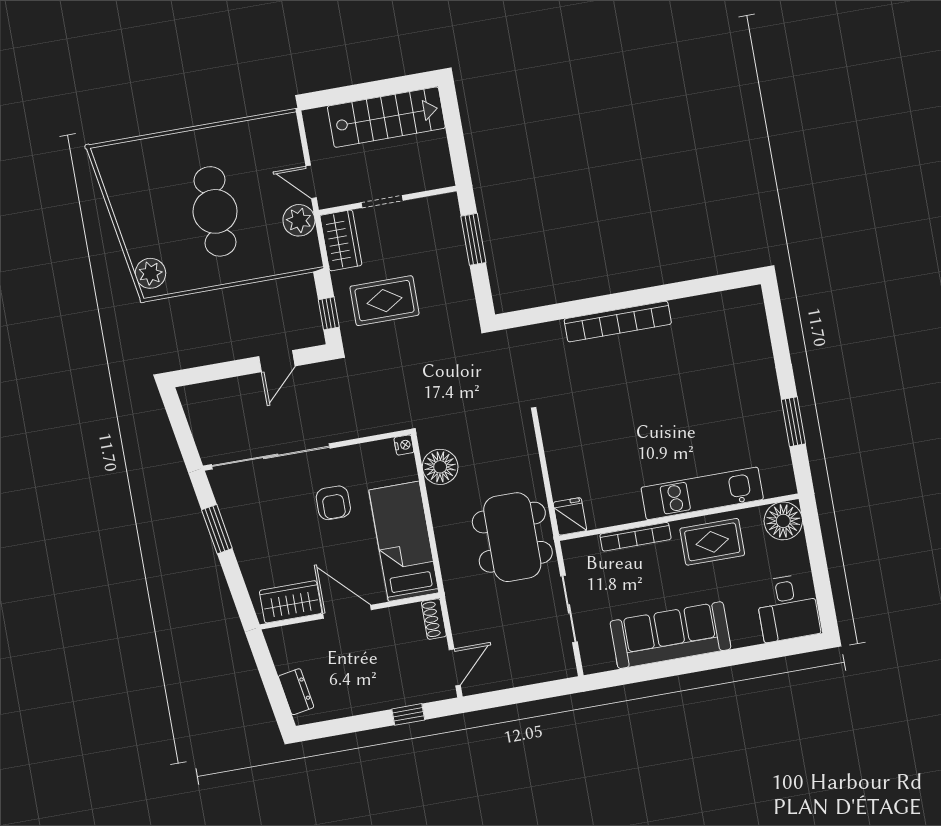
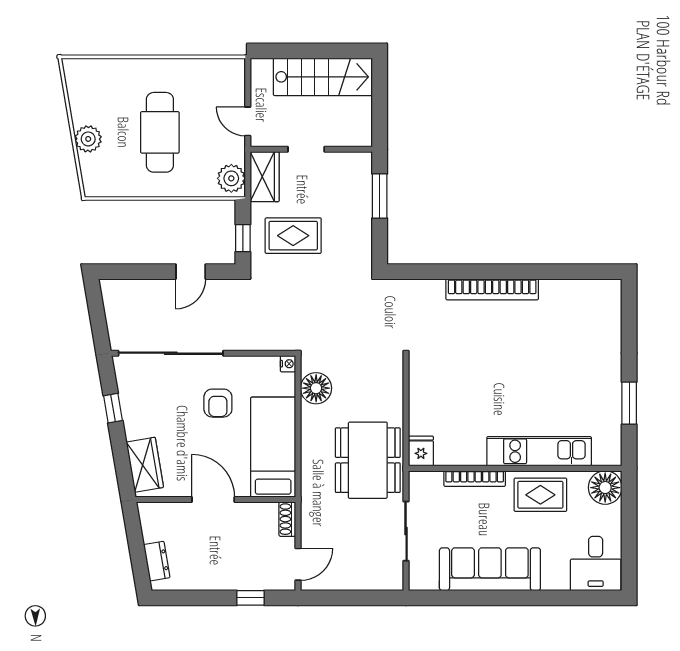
plant: (299, 220) -> (231, 178), moved
plant: (150, 273) -> (88, 139), moved
window: (217, 529) -> (113, 408), width x0.67
wardrobe: (291, 602) -> (145, 465), moved, turned 80

